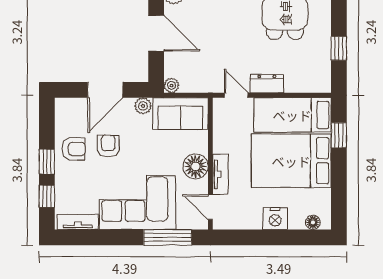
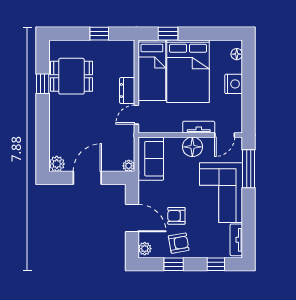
plant: (143, 106) -> (145, 249), moved
armchair: (74, 149) -> (179, 243), turned 80
window: (47, 162) -> (174, 264), moved

